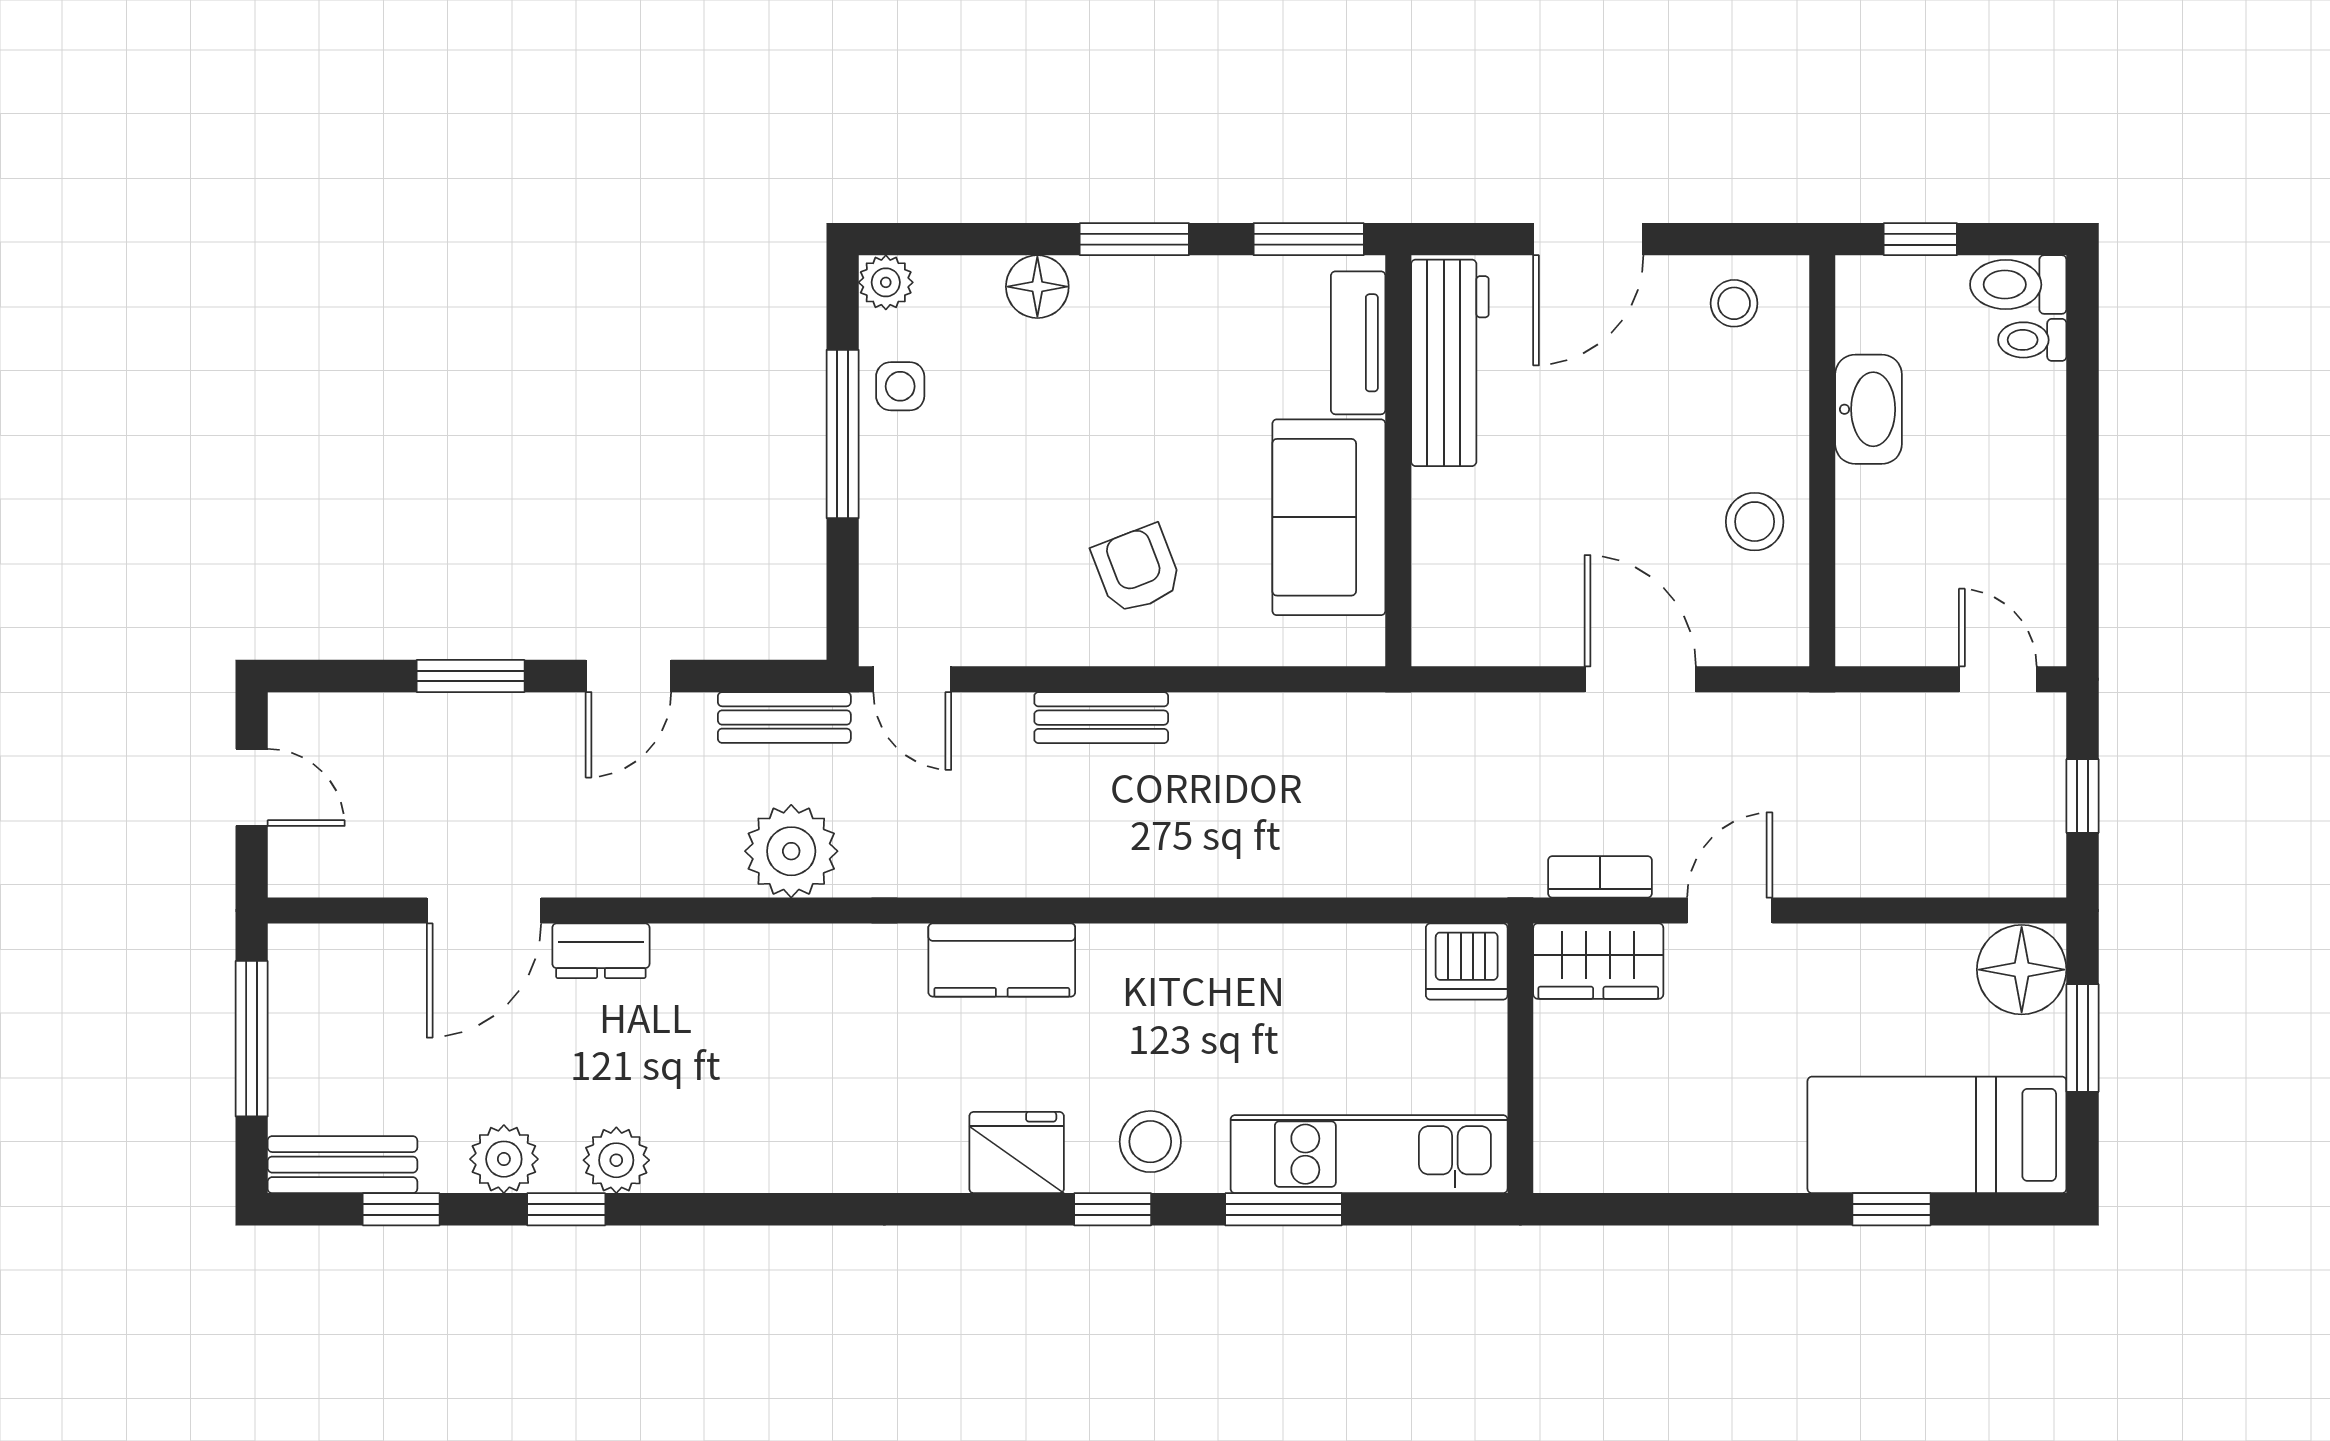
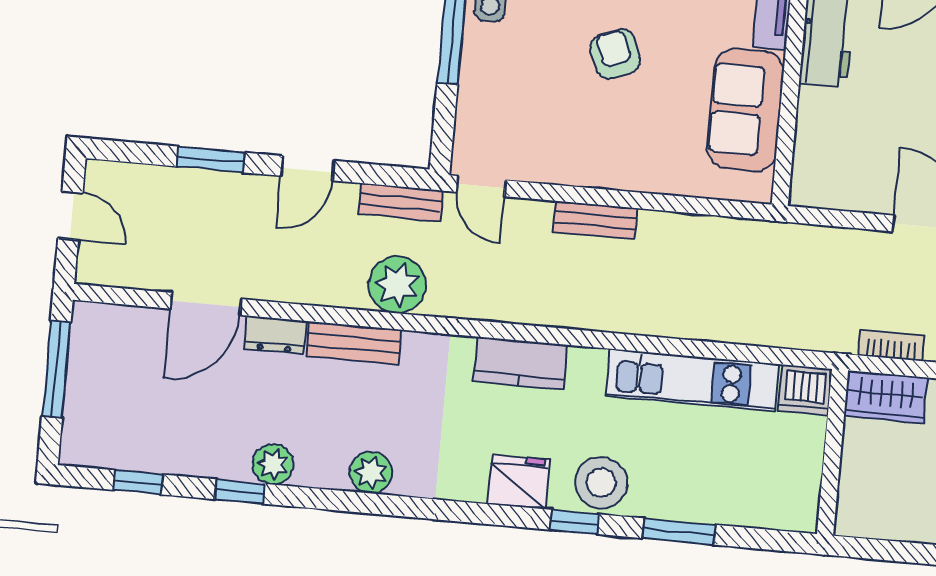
armchair: (1137, 569) -> (615, 54), moved
stool: (1150, 1142) -> (601, 483), width x1.38, depth x1.38
kitchen unit: (1369, 1154) -> (692, 380), moved, turned 180
plant: (504, 1159) -> (371, 472), moved
bench: (342, 1165) -> (354, 343), moved

